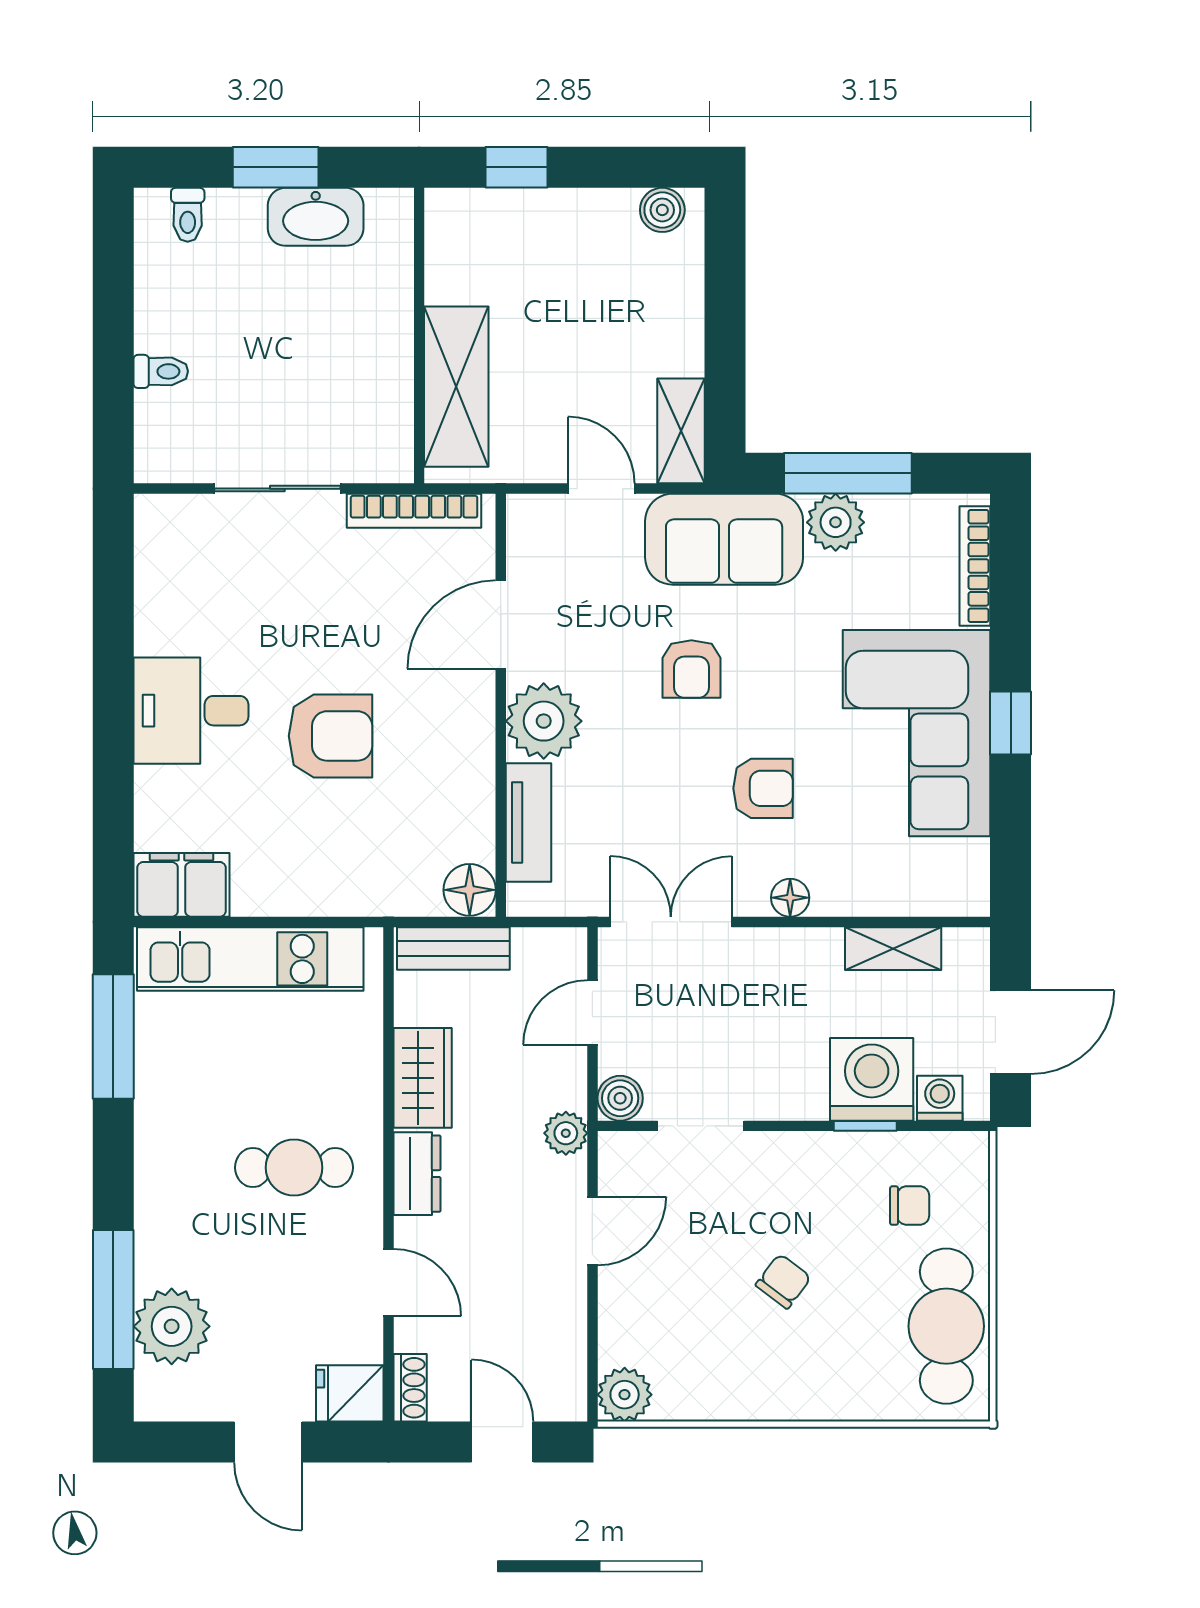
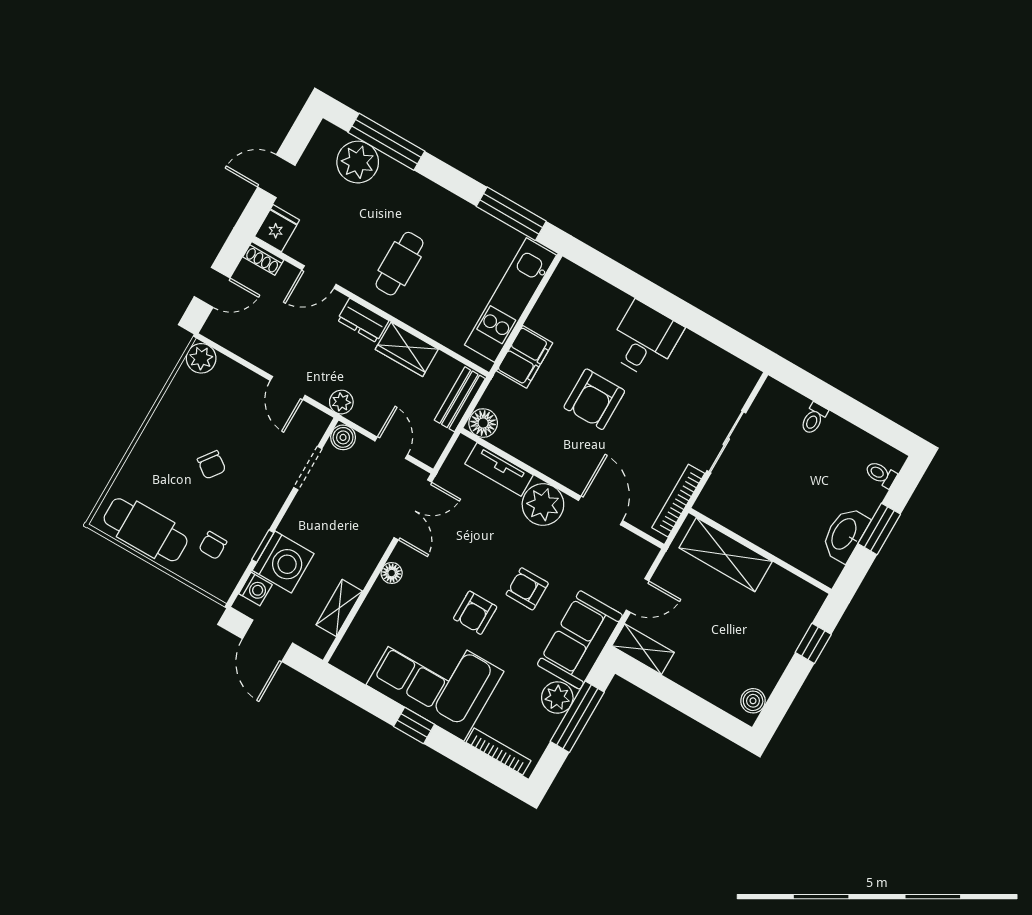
armchair: (763, 788) -> (475, 613), moved
filing cabinet: (182, 885) -> (525, 357), moved

